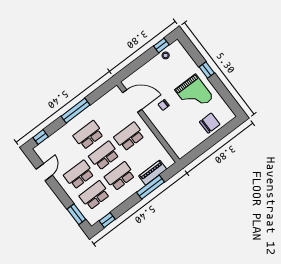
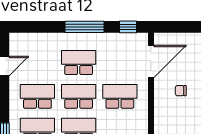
door: (132, 101) -> (151, 62), hinge flipped
window: (41, 137) -> (128, 27), moved

